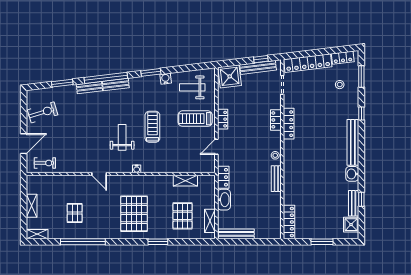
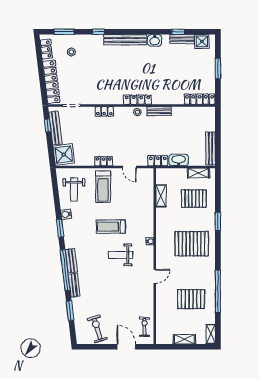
locker: (289, 124) -> (137, 100), moved
pallet: (75, 213) -> (191, 299), width x1.50, depth x1.42

